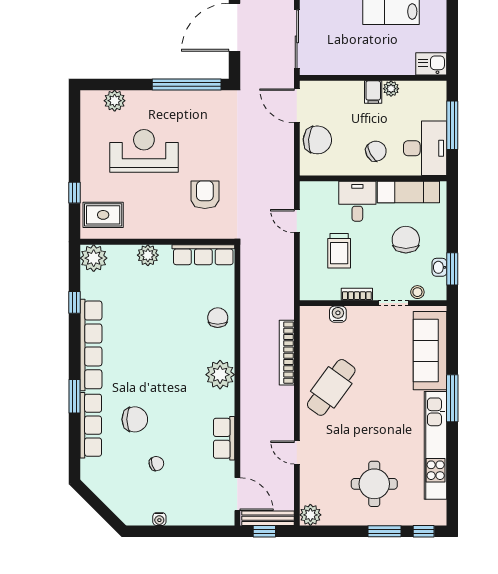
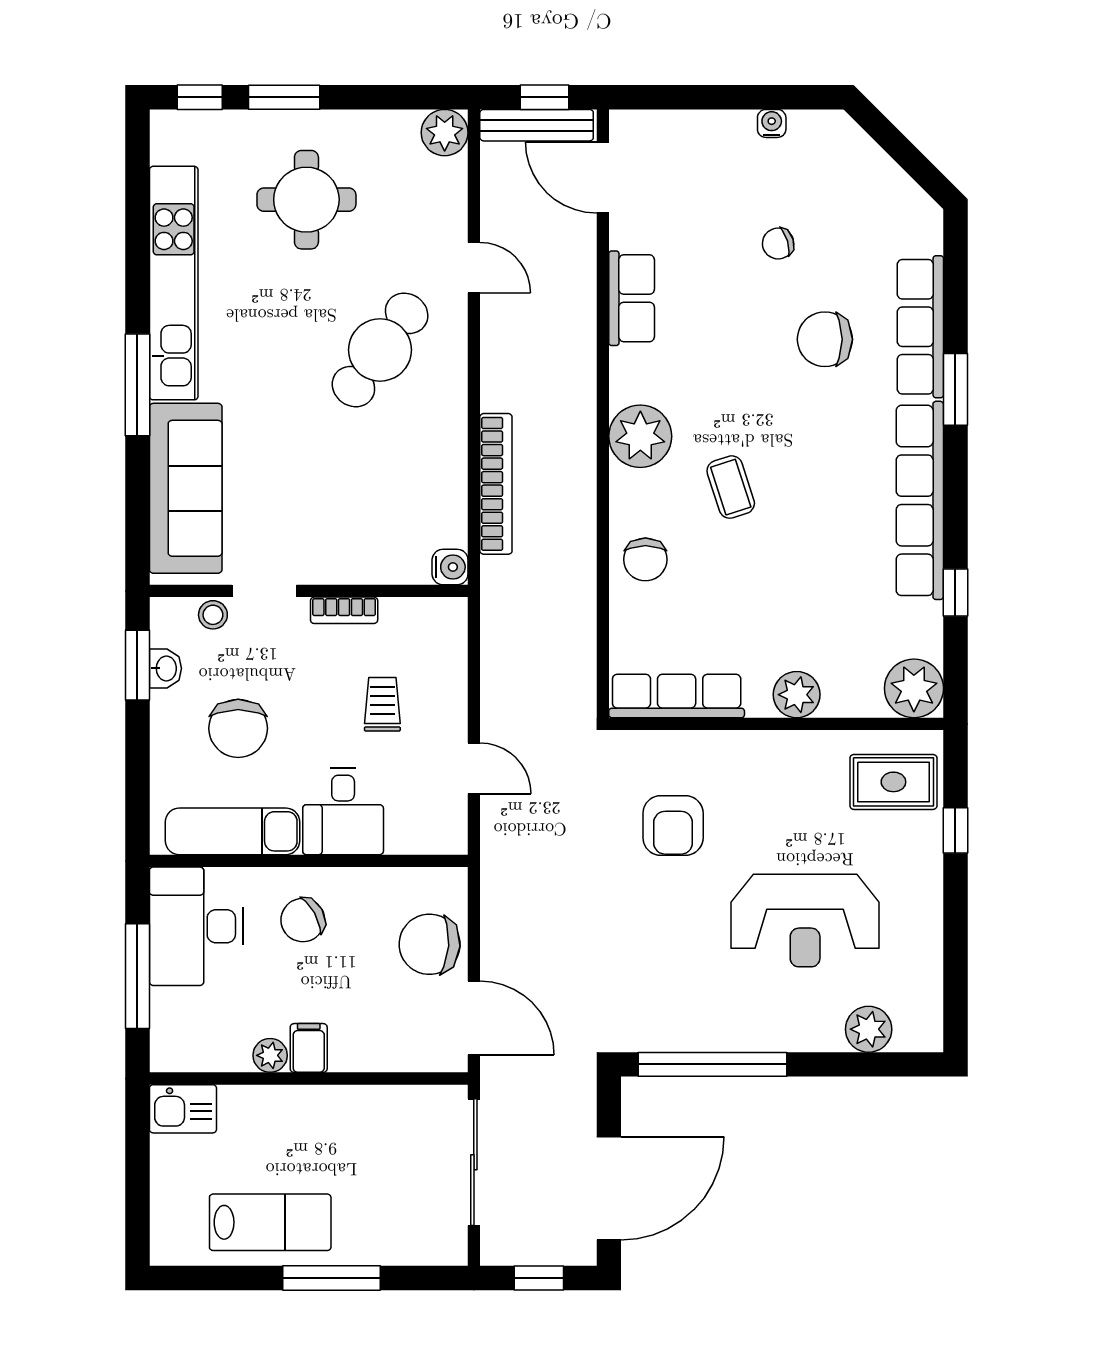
trolley: (339, 251) -> (382, 704), width x0.73, depth x0.72
water cooler: (338, 314) -> (450, 567), moved, turned -90
coffee table: (178, 351) -> (731, 487), added
cafe table: (331, 387) -> (380, 350), moved

